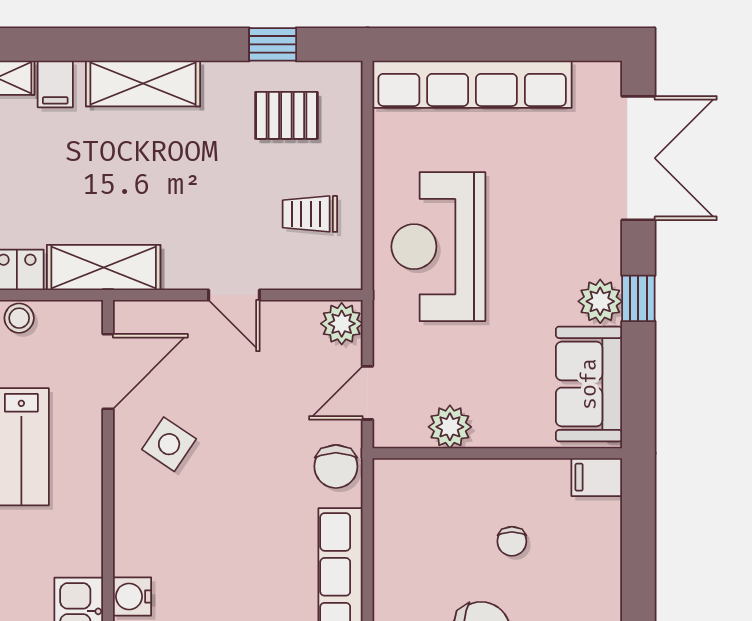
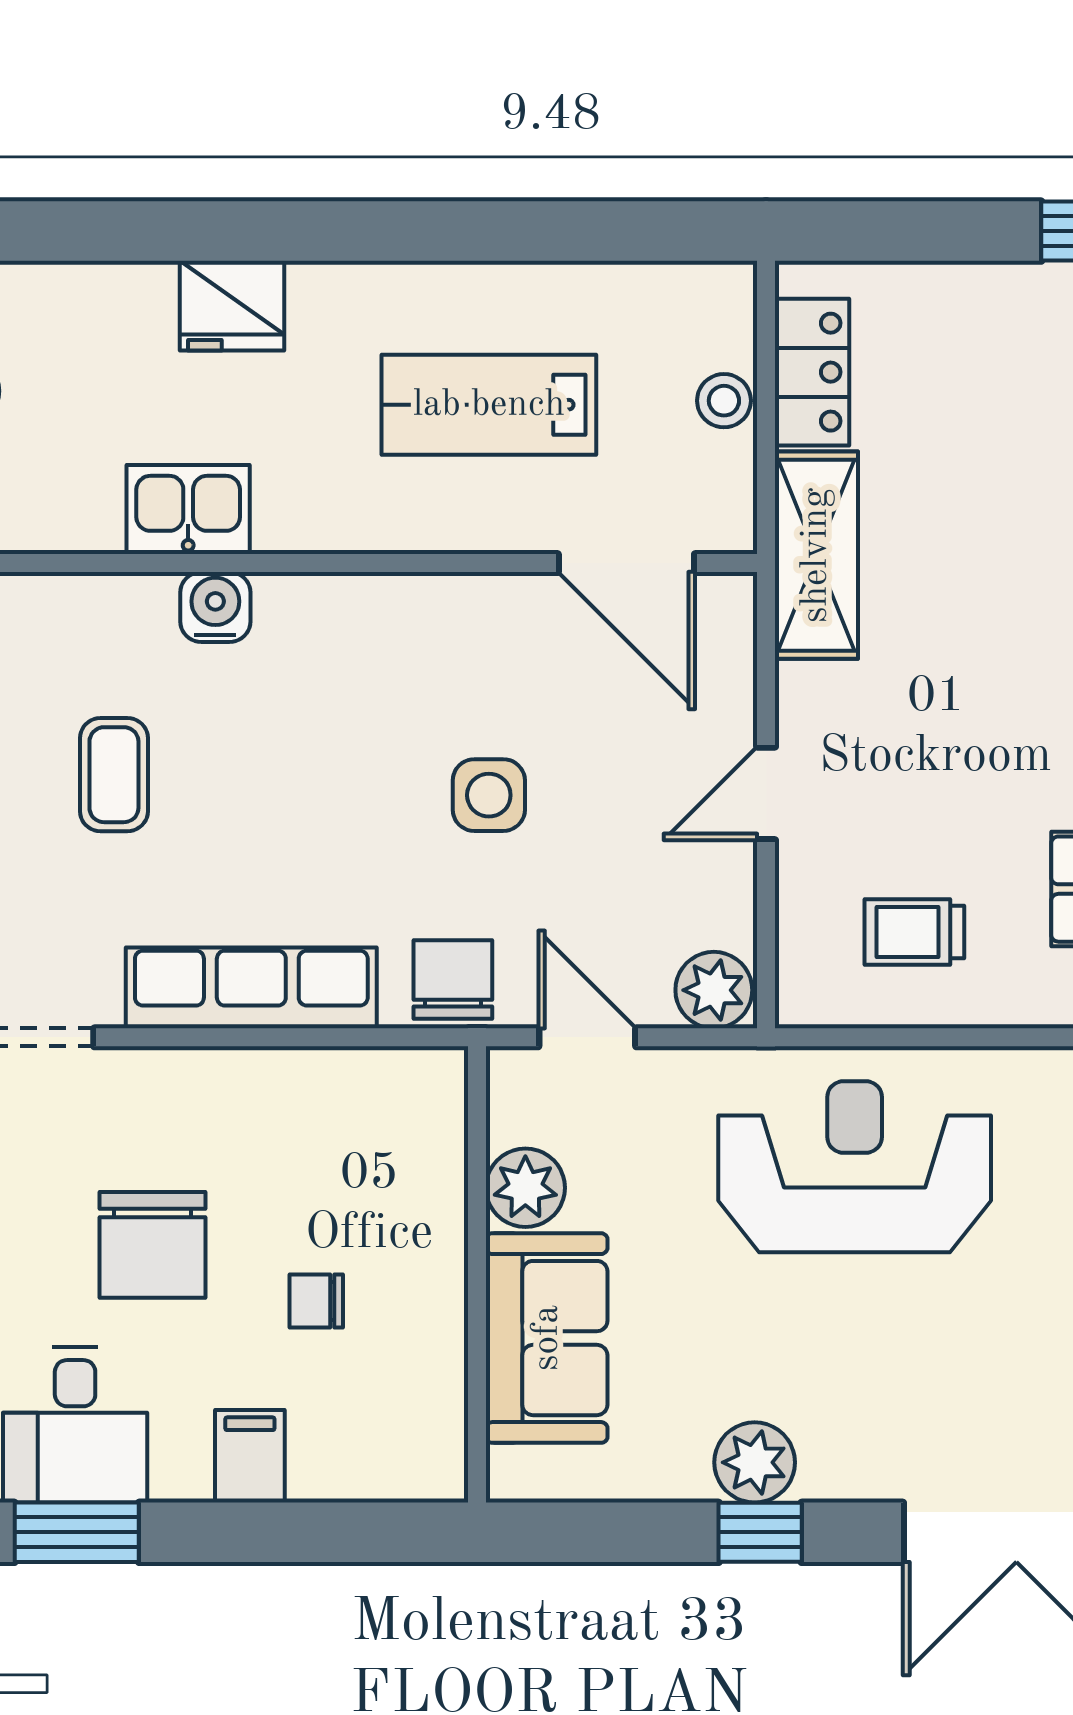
trolley: (310, 214) -> (914, 932), turned -90
sofa: (589, 384) -> (547, 1338), moved, turned 90
side table: (169, 444) -> (489, 795), moved, turned -34
chair: (336, 466) -> (453, 980), turned 90
filing cabinet: (597, 477) -> (250, 1456), moved

